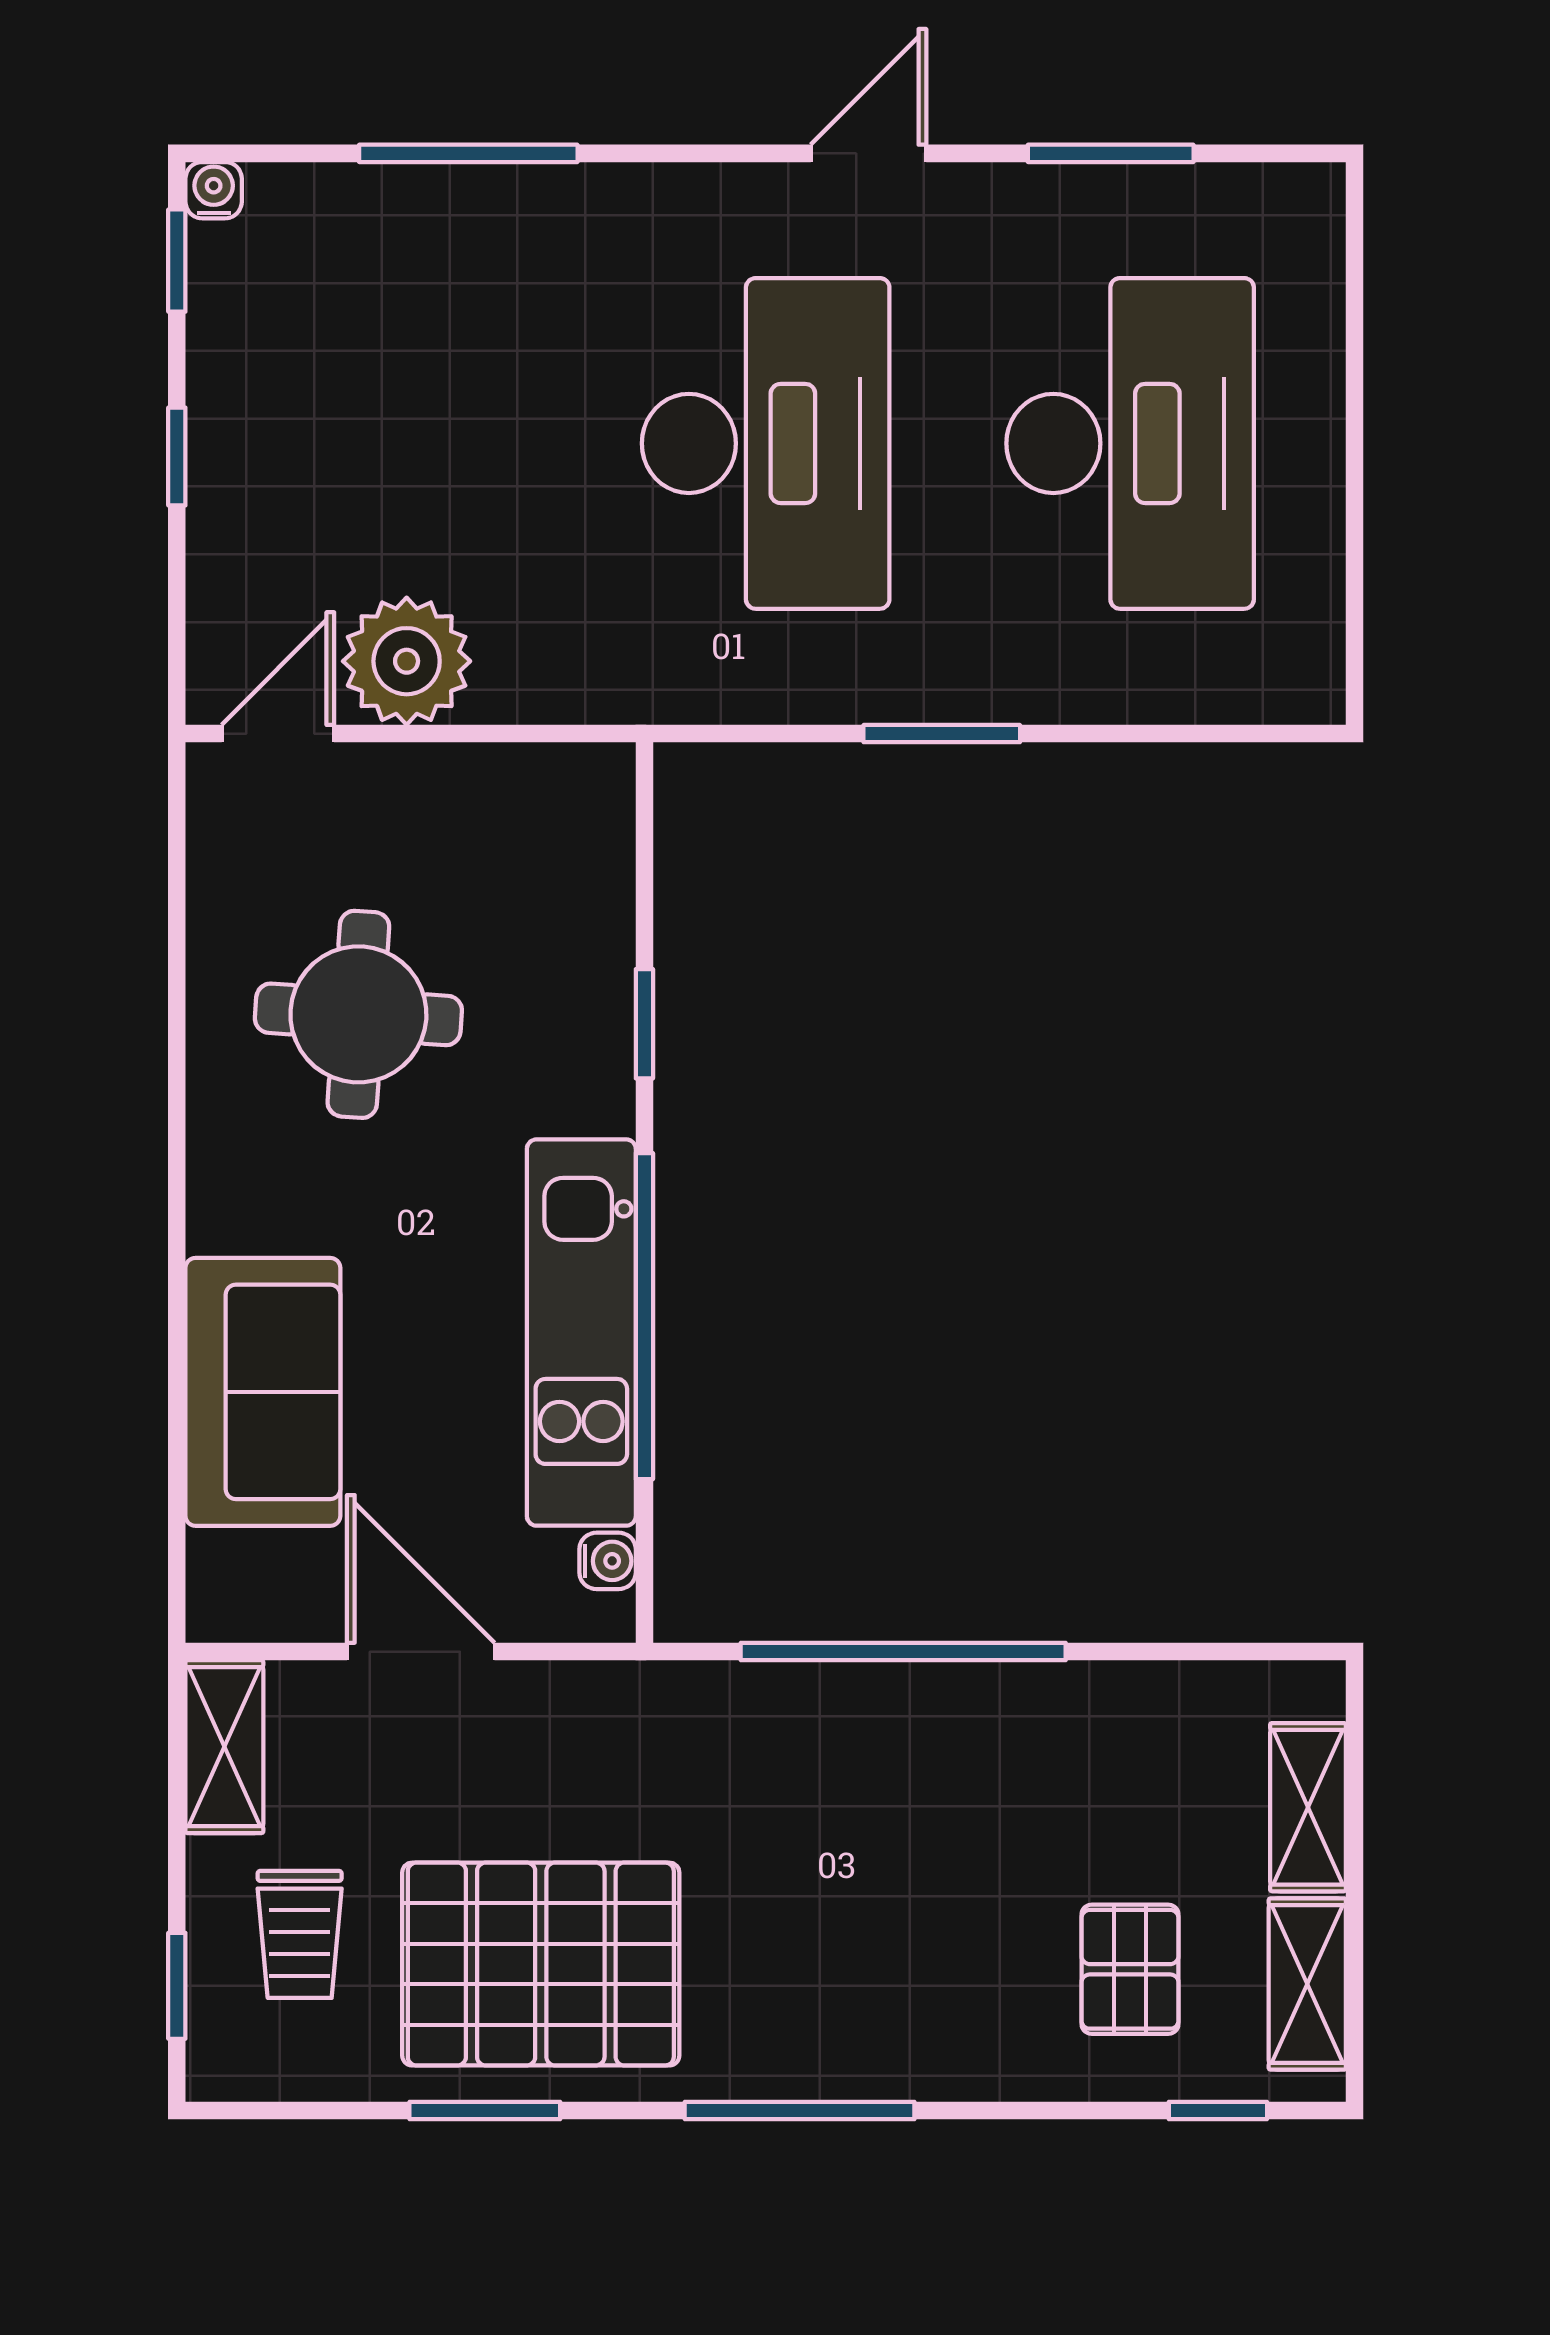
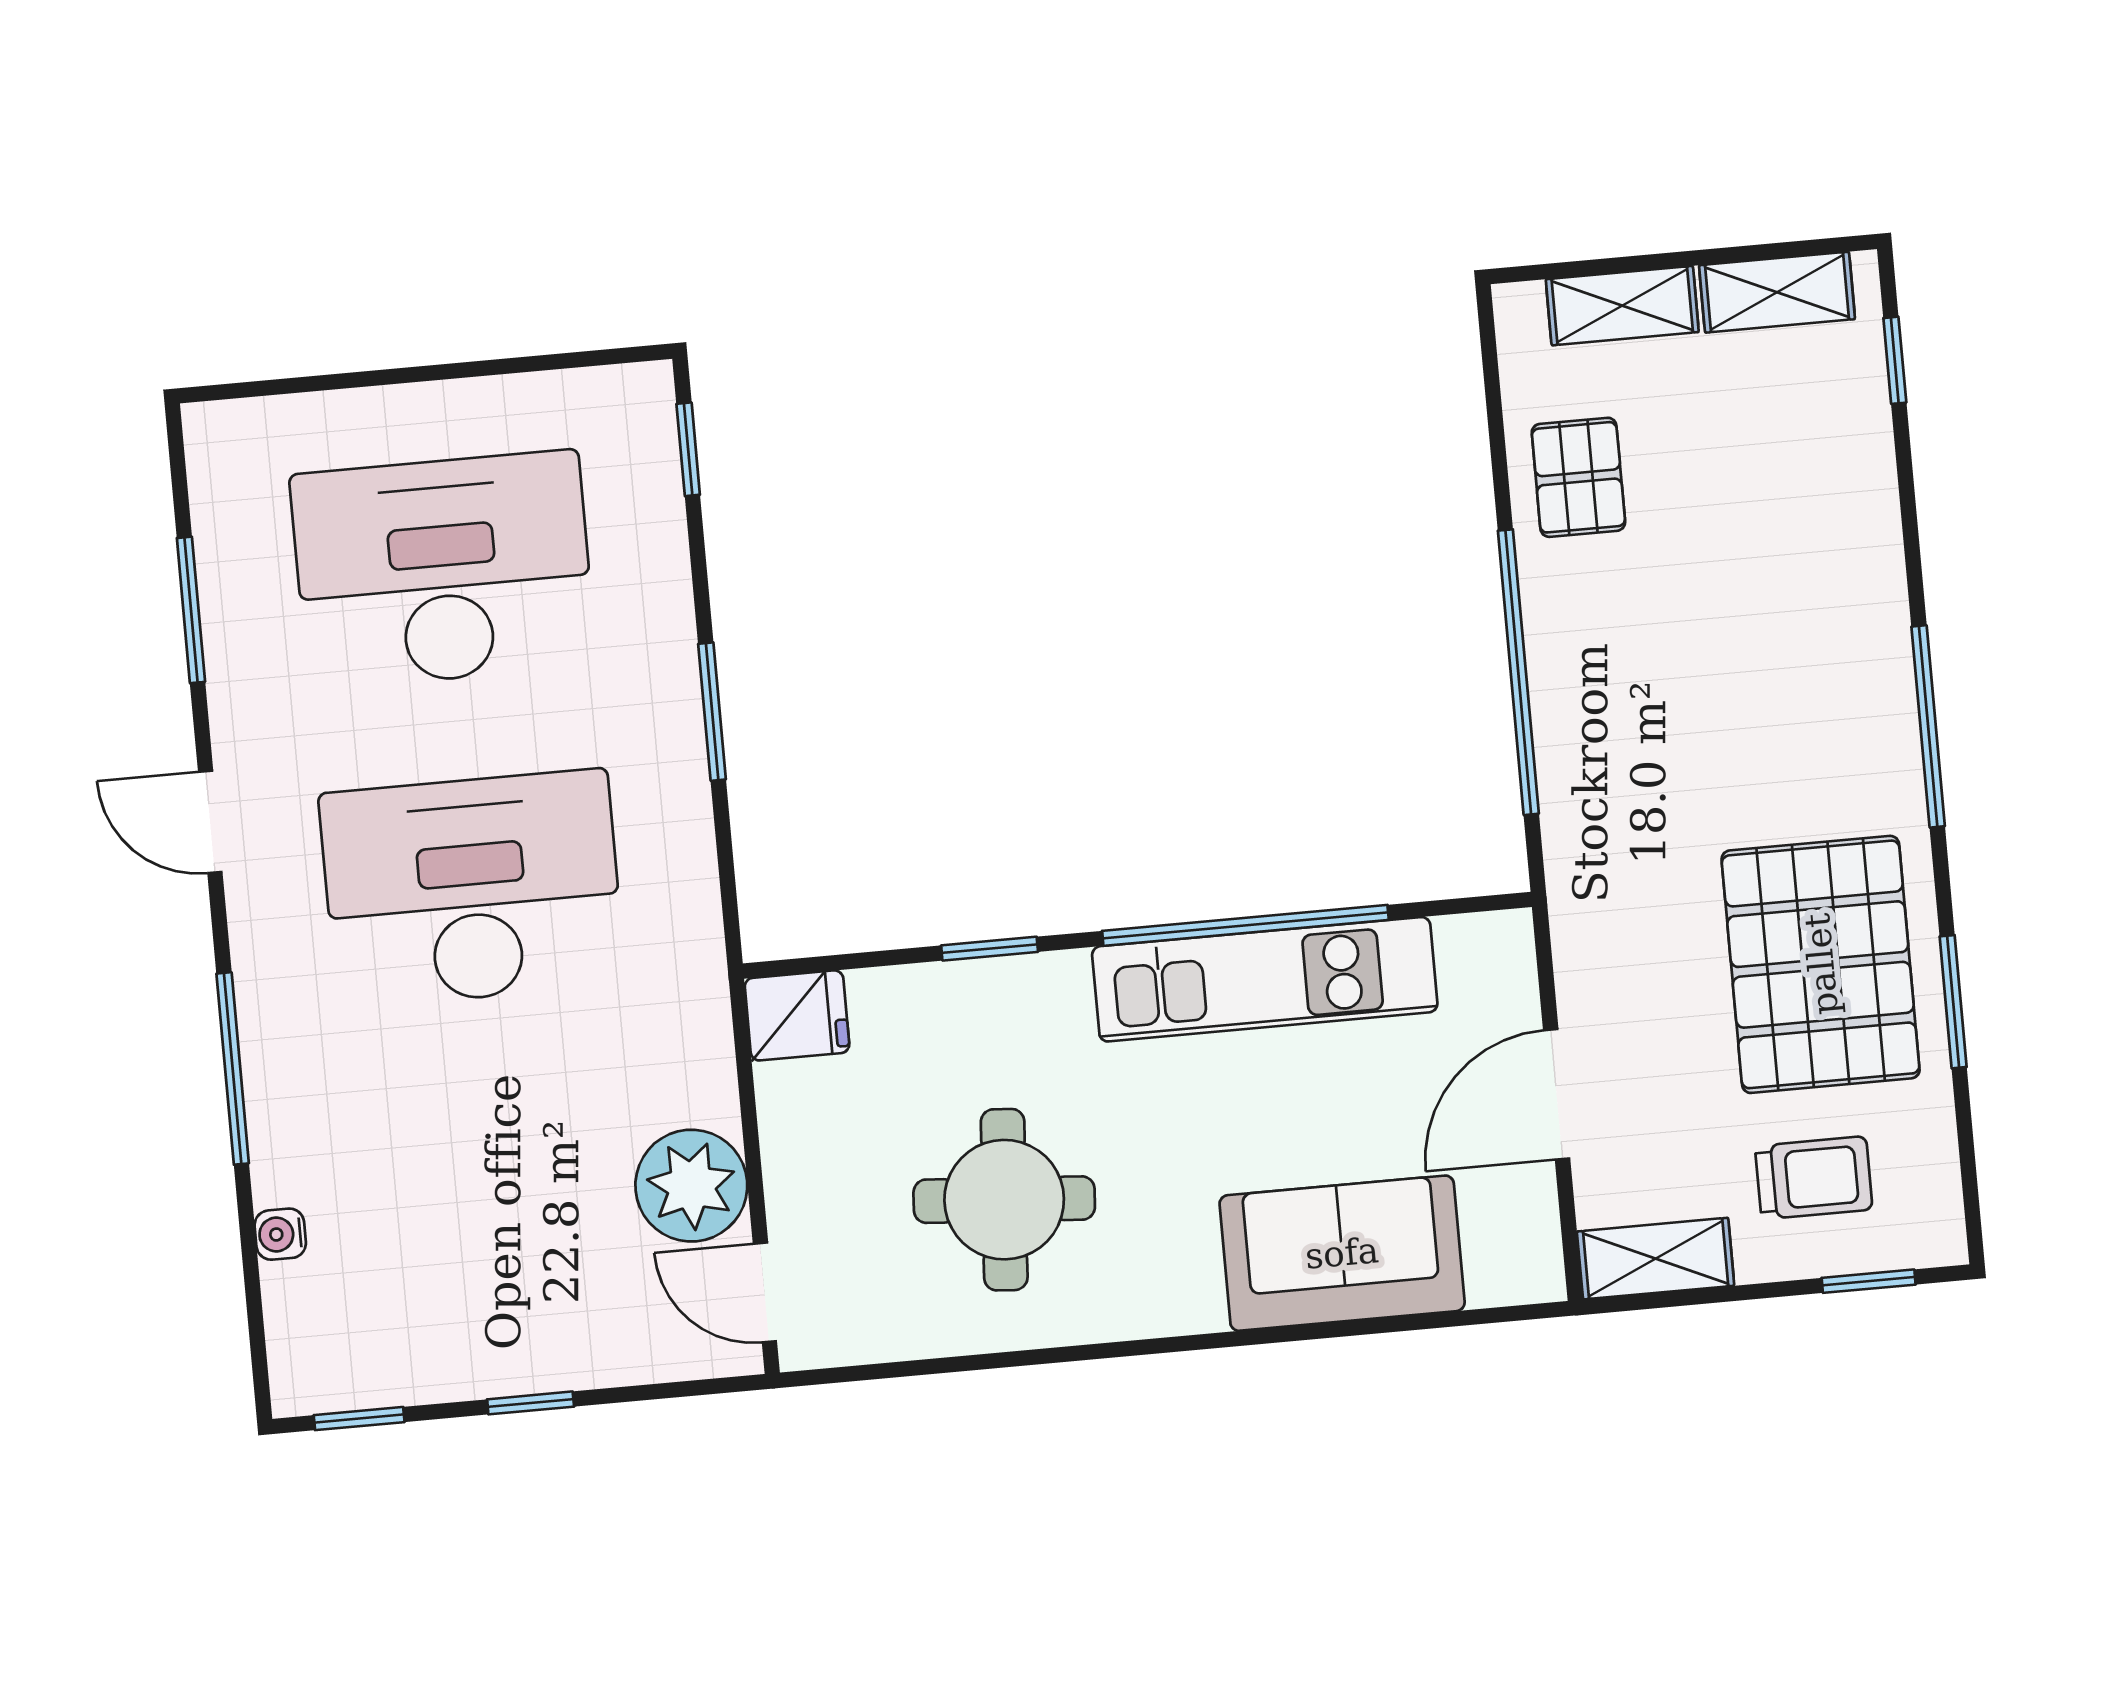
window: (468, 153) -> (233, 1068), moved
water cooler: (214, 190) -> (280, 1234), moved
window: (1242, 734) -> (688, 449), added
fridge: (589, 799) -> (797, 1015), added
water cooler: (608, 1561) -> (1463, 938), removed
pallet: (1130, 1969) -> (1578, 477), moved, turned 90

